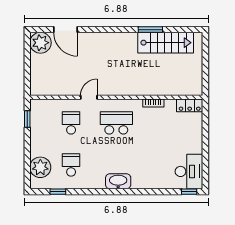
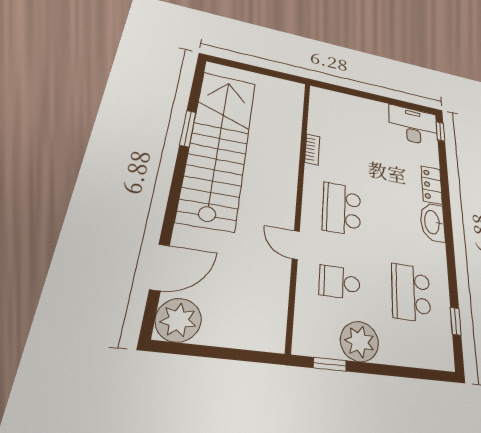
stairs: (166, 43) -> (218, 147), width x1.86, depth x1.51
locker: (190, 105) -> (432, 185), moved, turned 180
school desk: (71, 165) -> (411, 292), width x1.85
plant: (40, 167) -> (359, 341), moved

